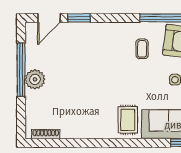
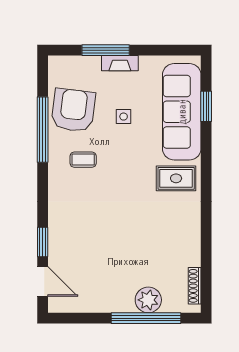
window: (21, 70) -> (146, 318), moved
plant: (35, 79) -> (148, 300), moved

